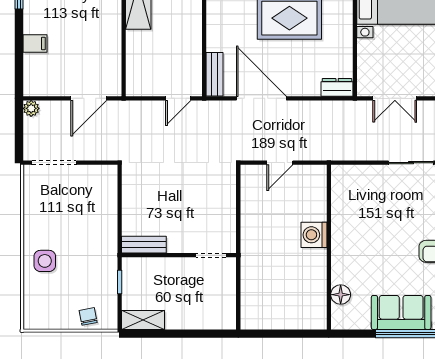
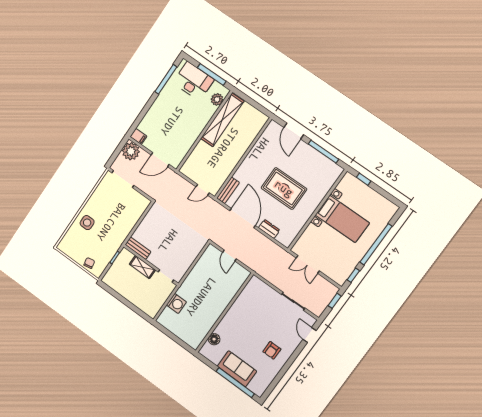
filing cabinet: (35, 43) -> (139, 136), moved
dresser: (337, 87) -> (269, 229), moved
plant: (31, 108) -> (131, 151), width x1.88, depth x1.88
door: (280, 163) -> (230, 256), hinge flipped
washing machine: (314, 235) -> (176, 303), moved, turned 180
shelving: (143, 320) -> (142, 267), moved

